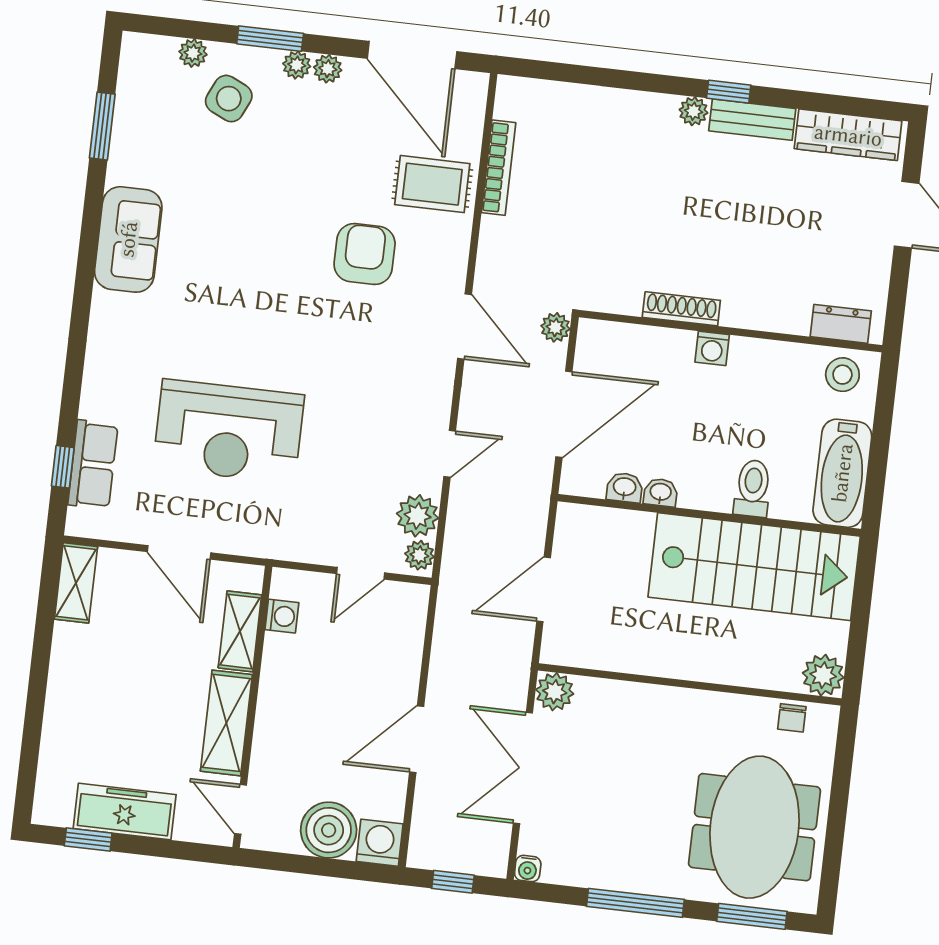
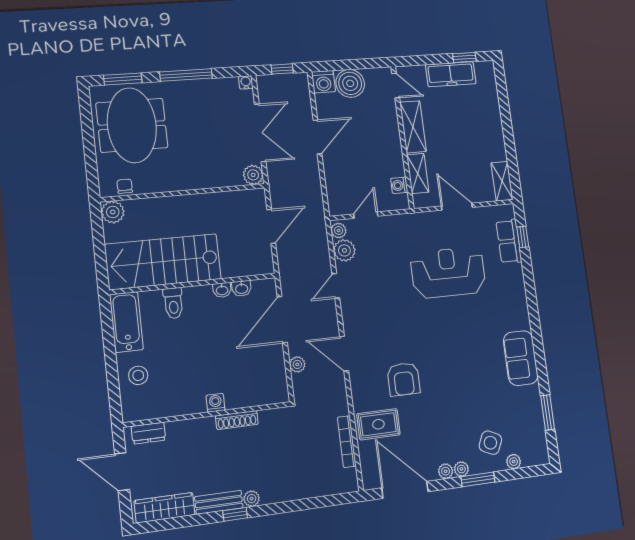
shoe rack: (681, 309) -> (237, 420), moved
dresser: (841, 324) -> (148, 433), moved
wall: (731, 331) -> (208, 414), moved
washing machine: (712, 348) -> (215, 403), moved

